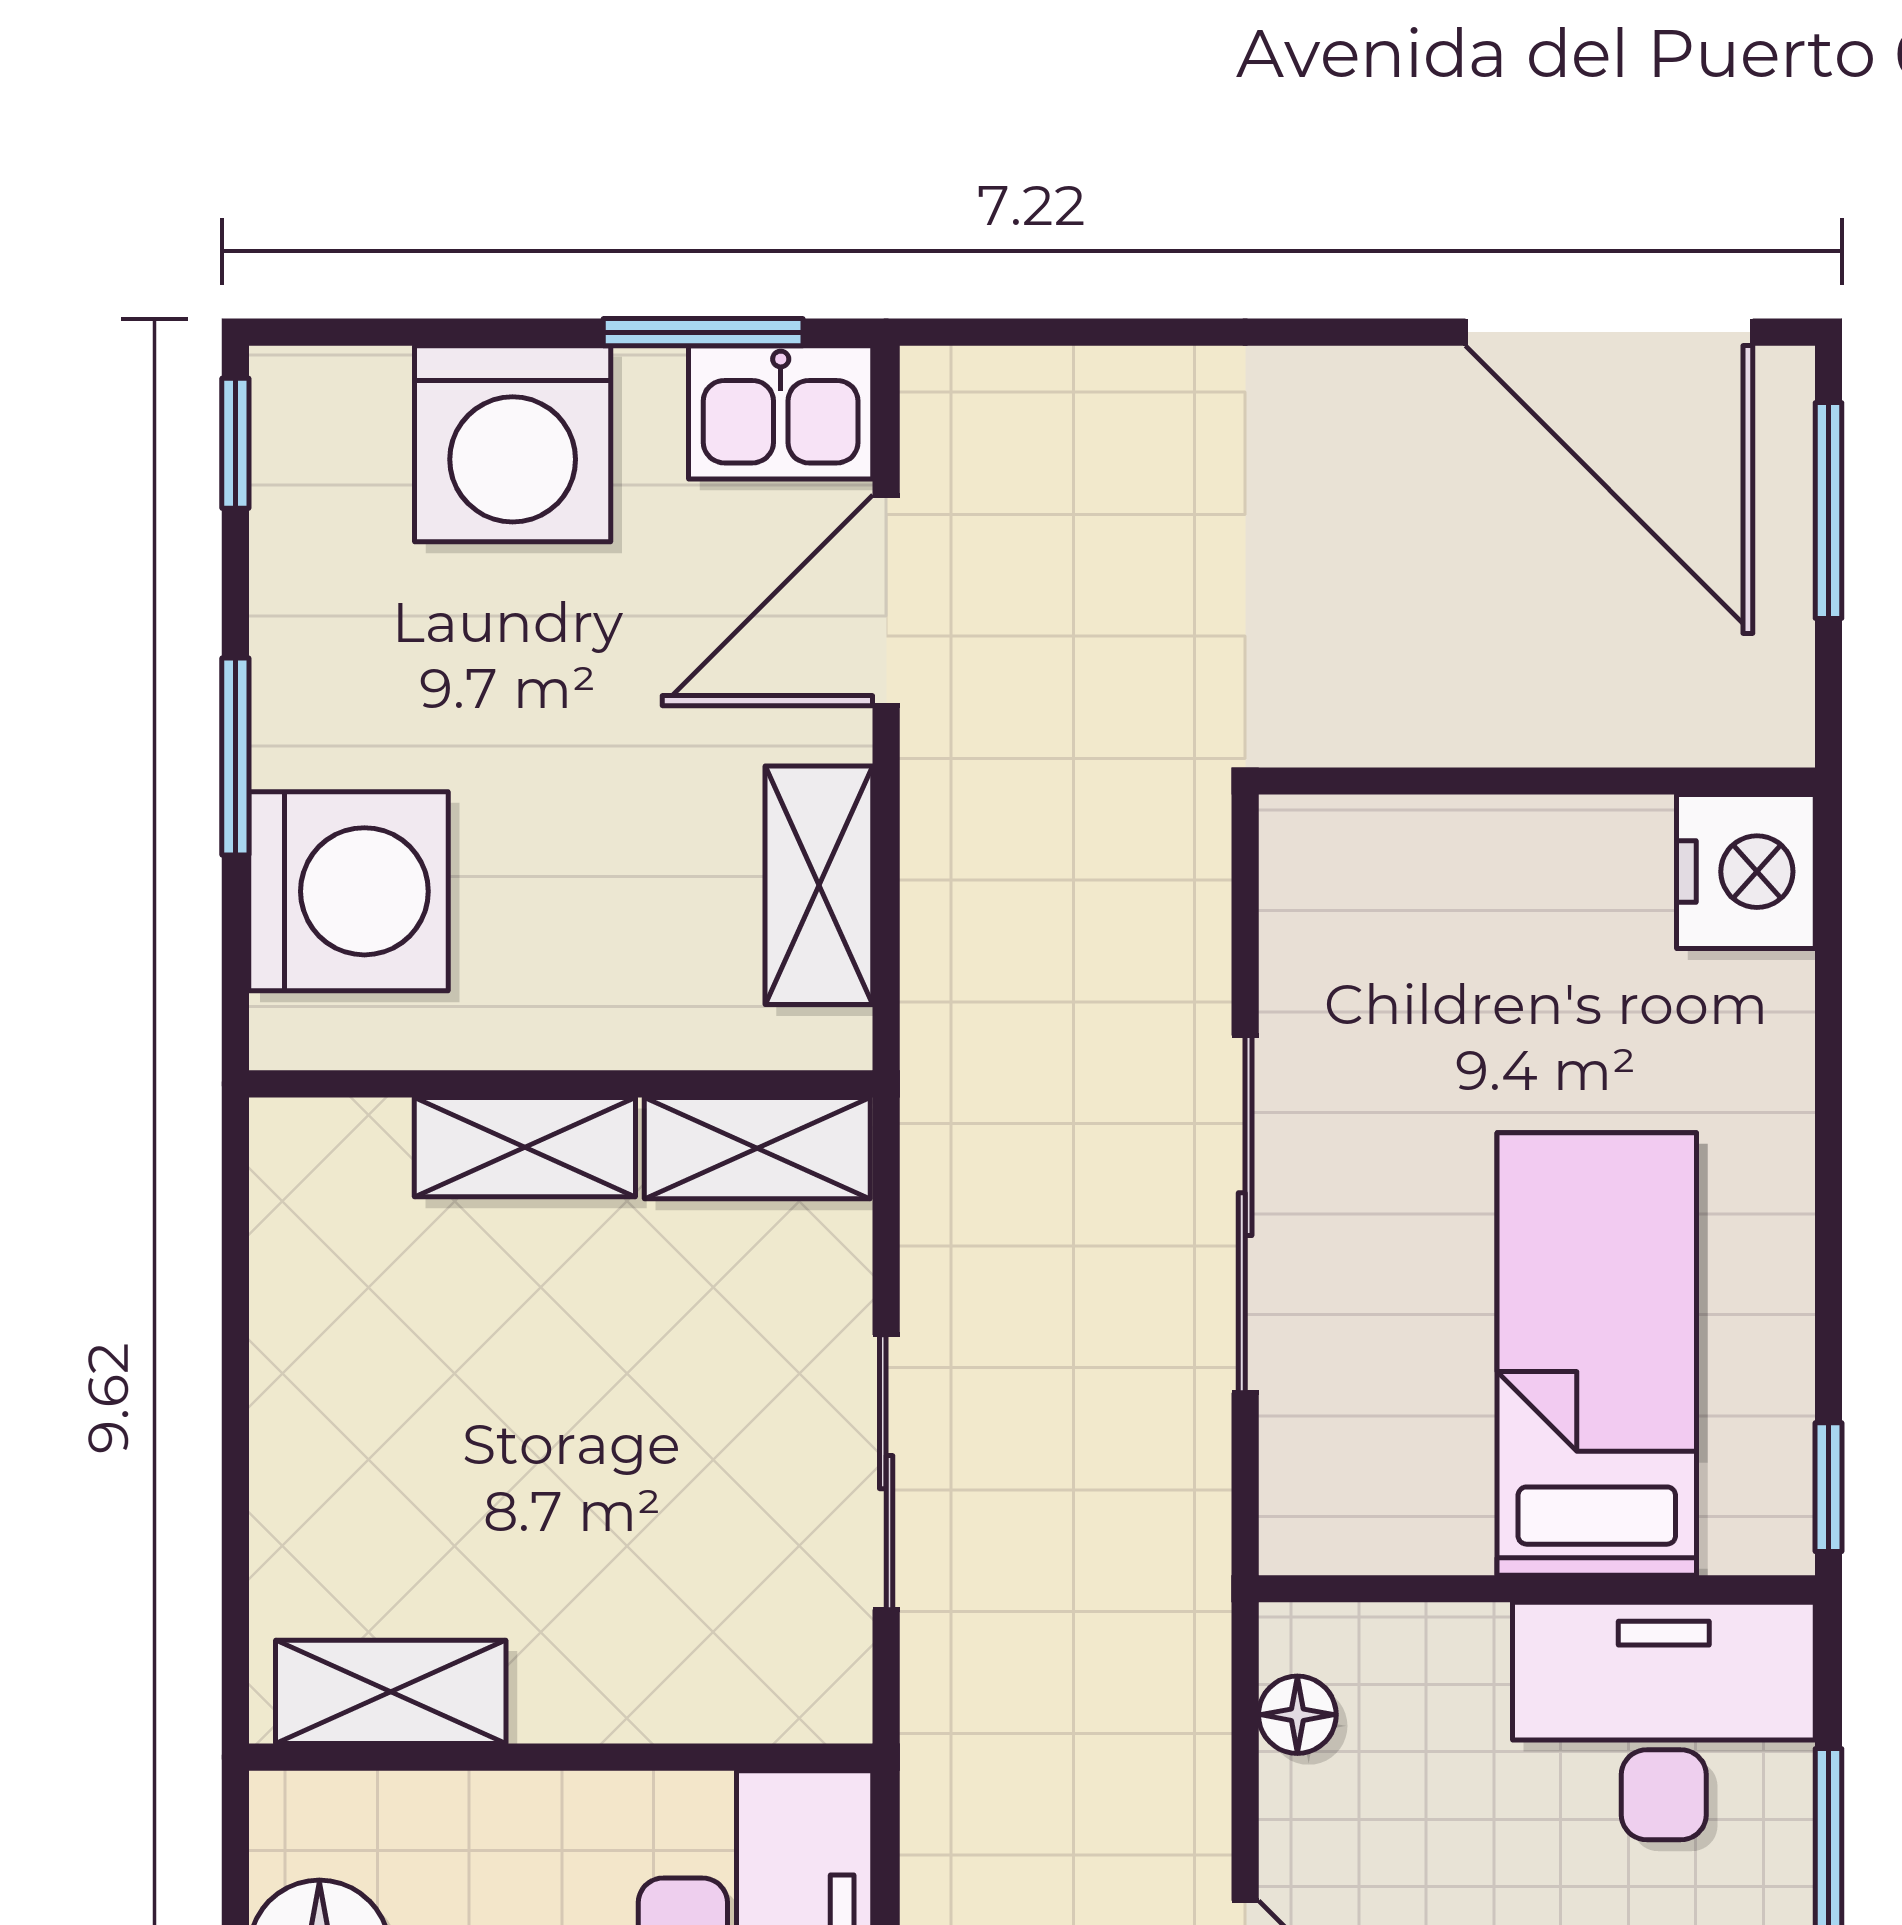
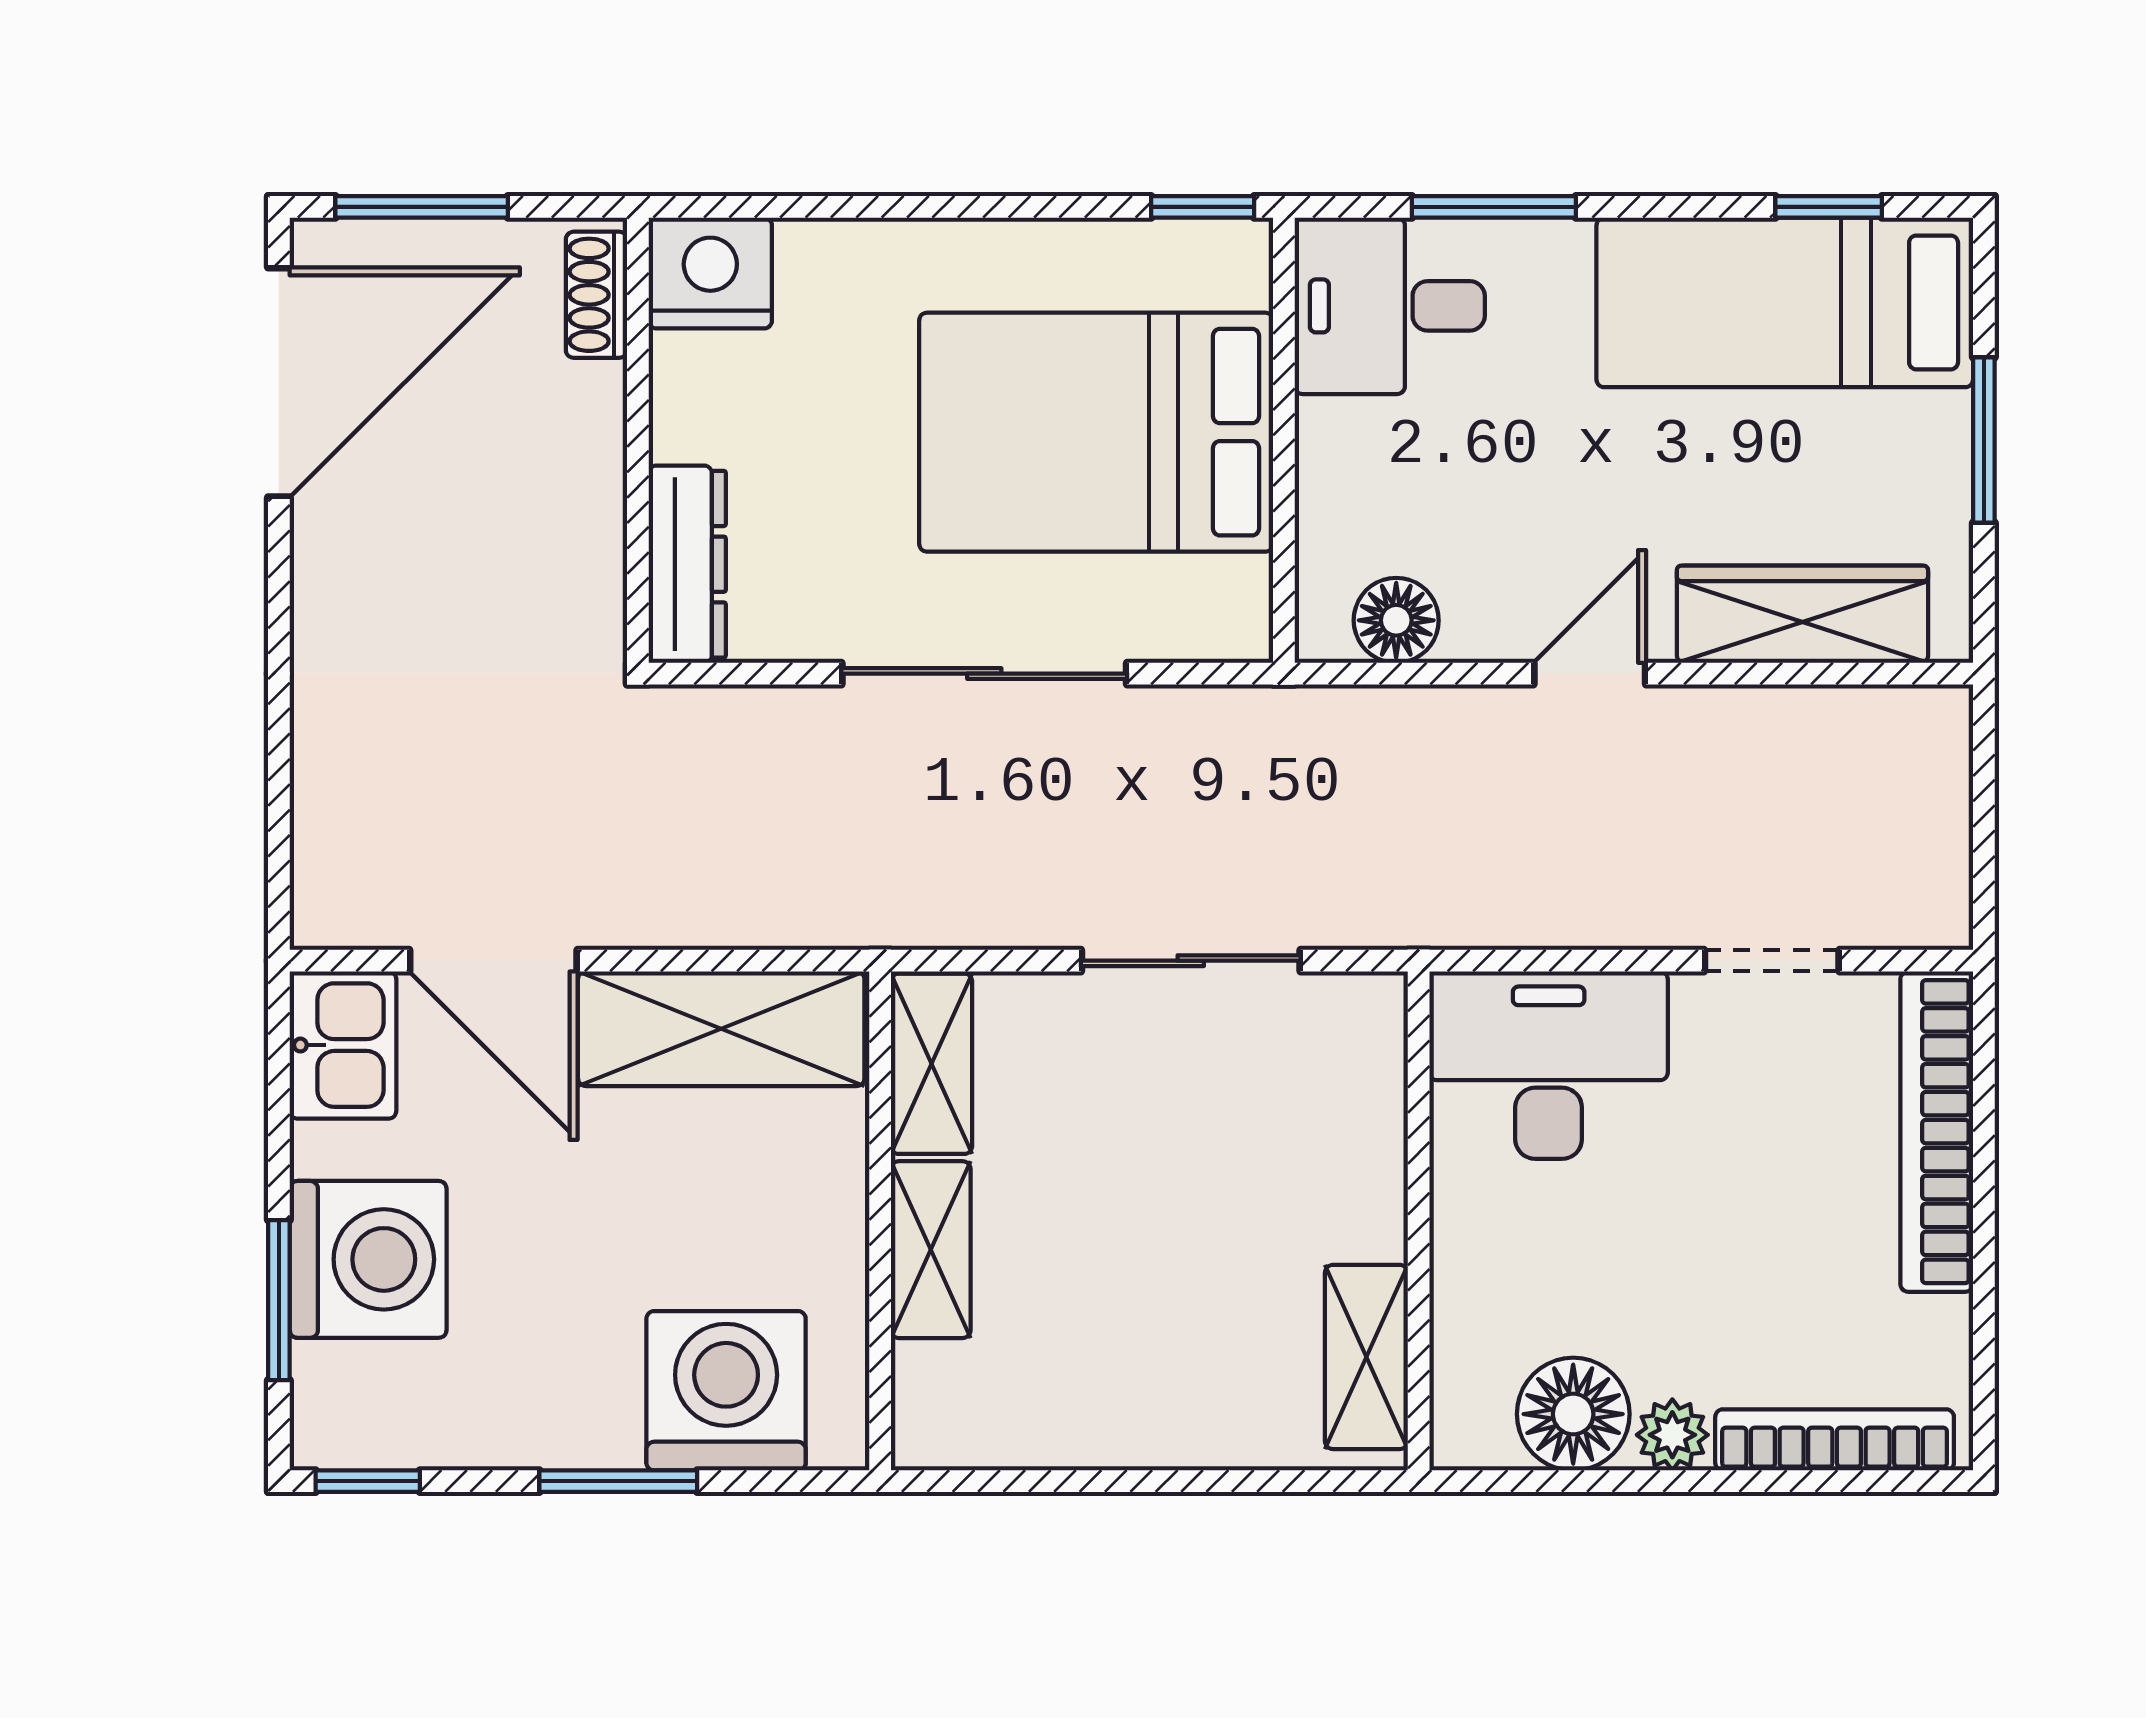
window: (703, 332) -> (279, 1300), moved
shoe rack: (1719, 729) -> (596, 295), added
dresser: (1382, 843) -> (687, 564), added
shelving: (819, 885) -> (721, 1029), width x1.50, depth x1.33
bed: (1597, 1354) -> (1096, 432), width x1.50
floor lamp: (1297, 1715) -> (1396, 620), width x1.37, depth x1.37
desk: (1664, 1721) -> (1390, 306), width x0.73

